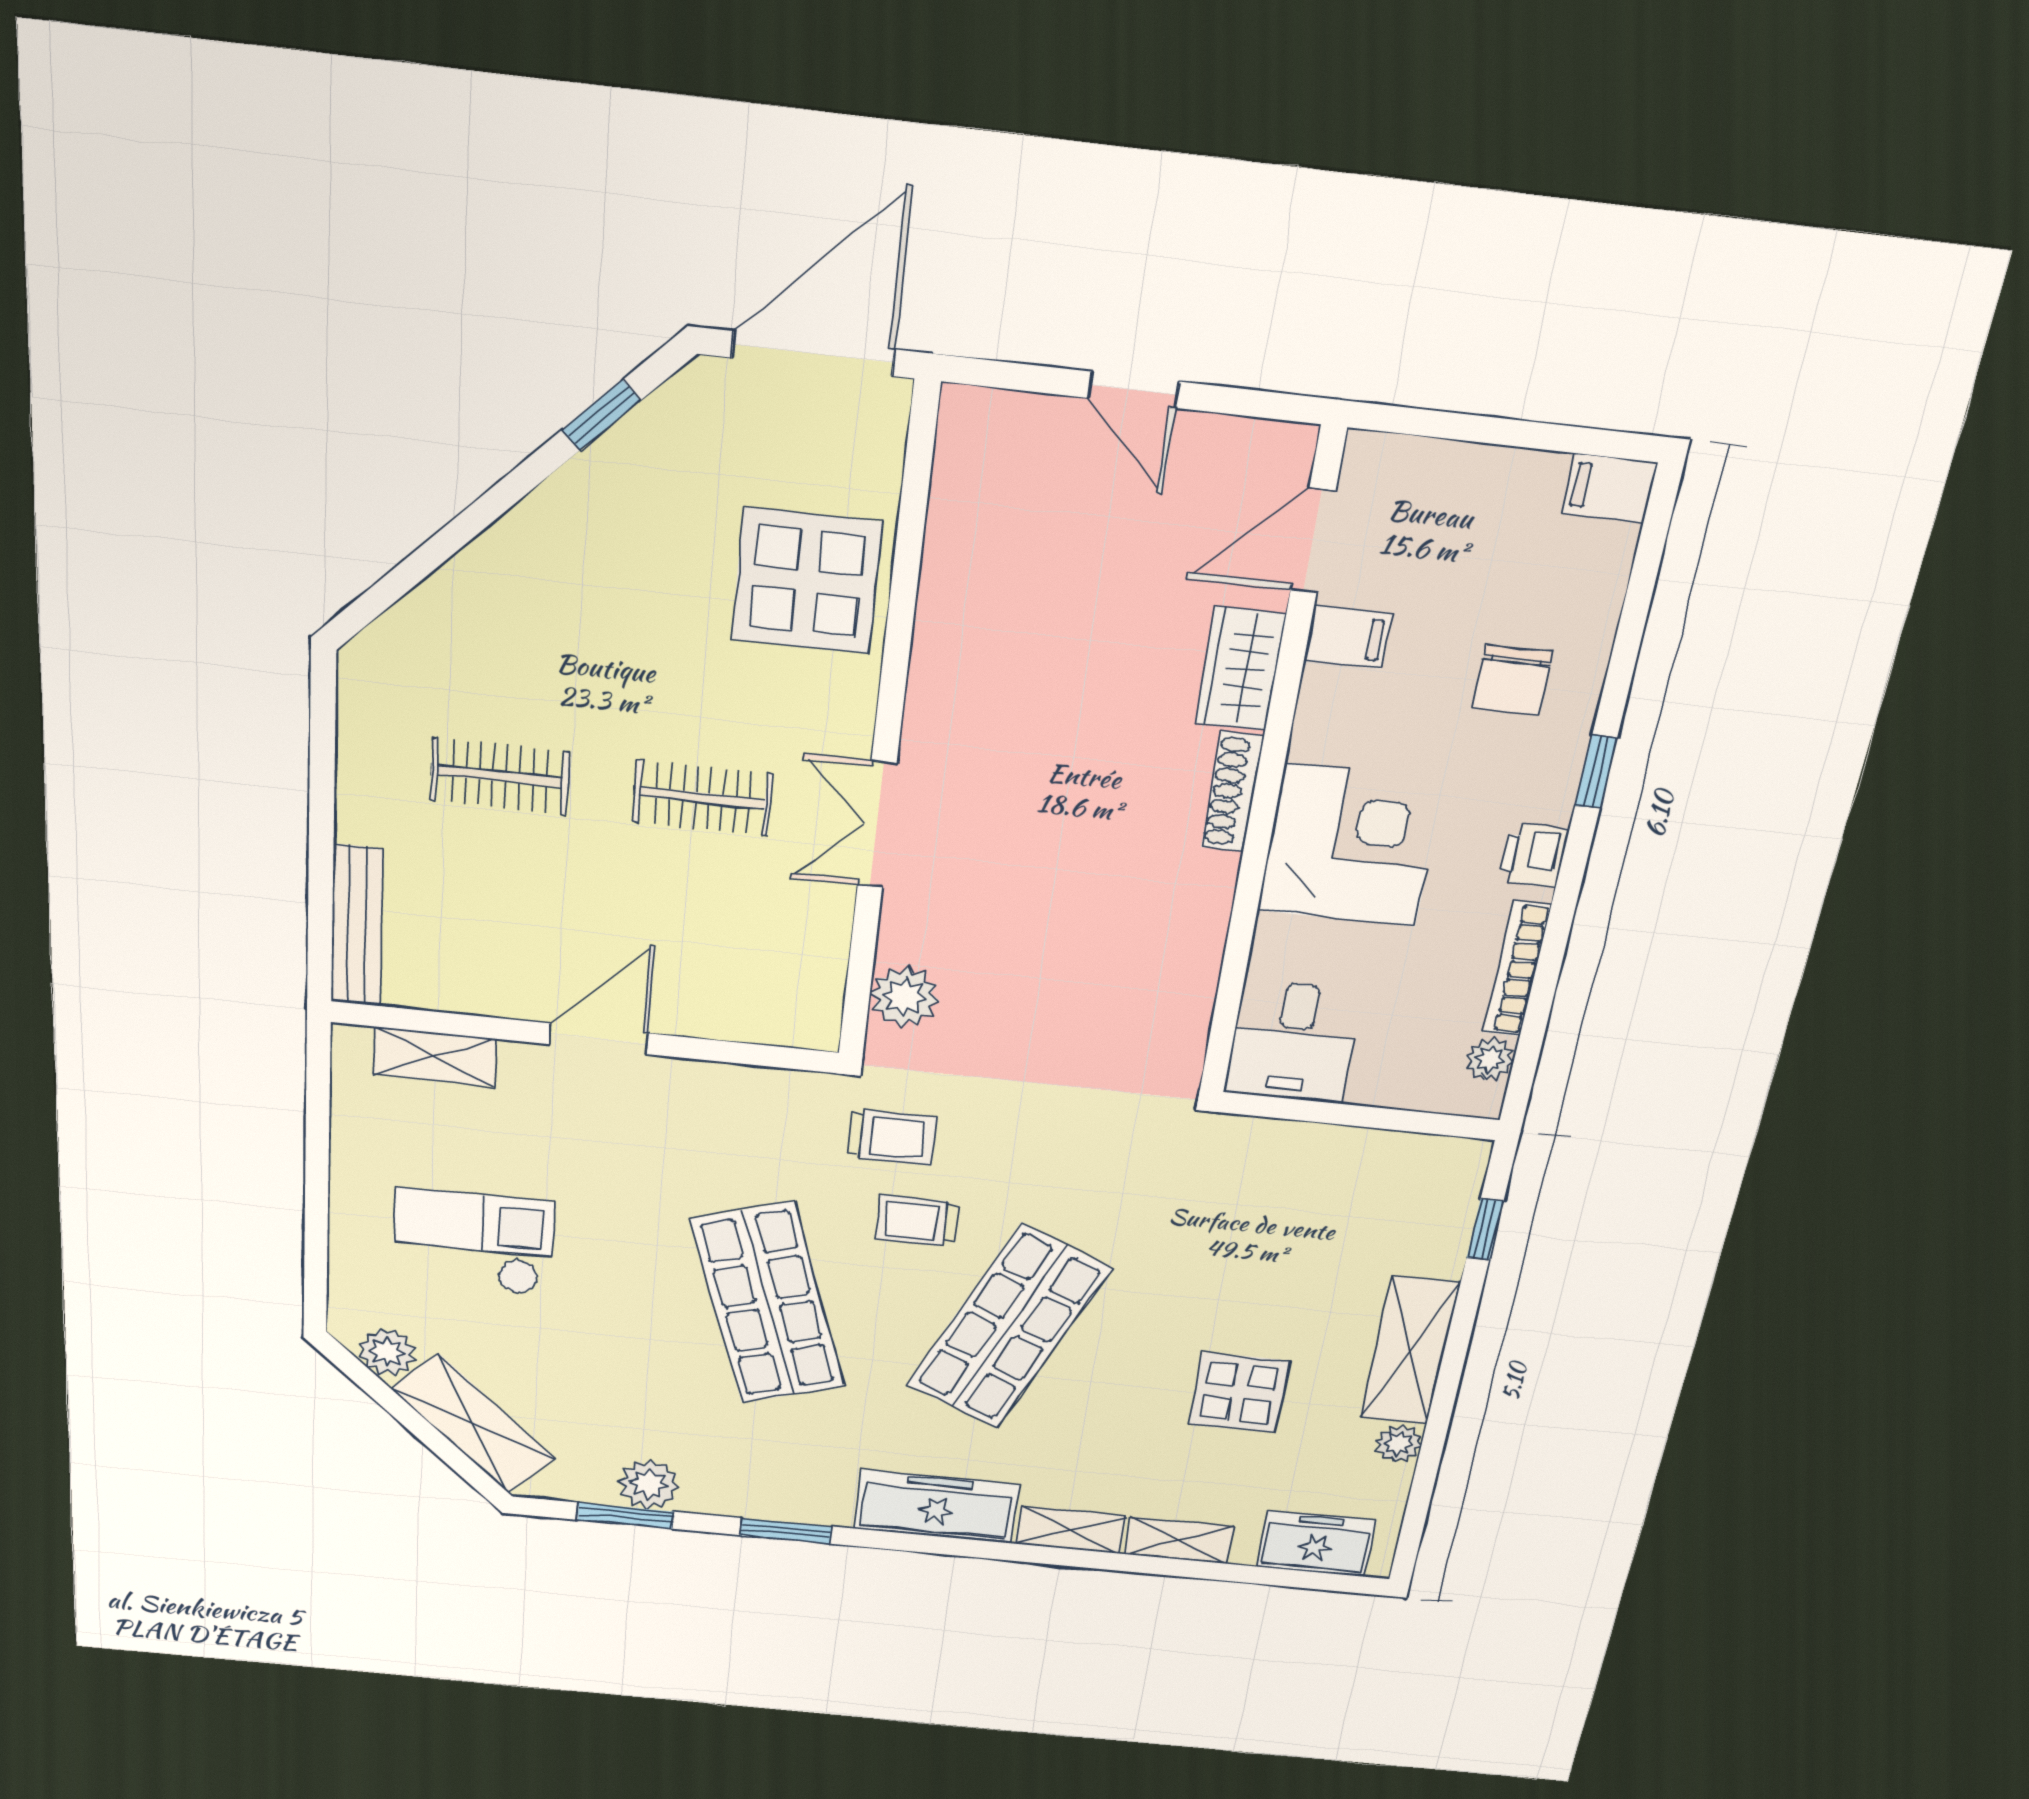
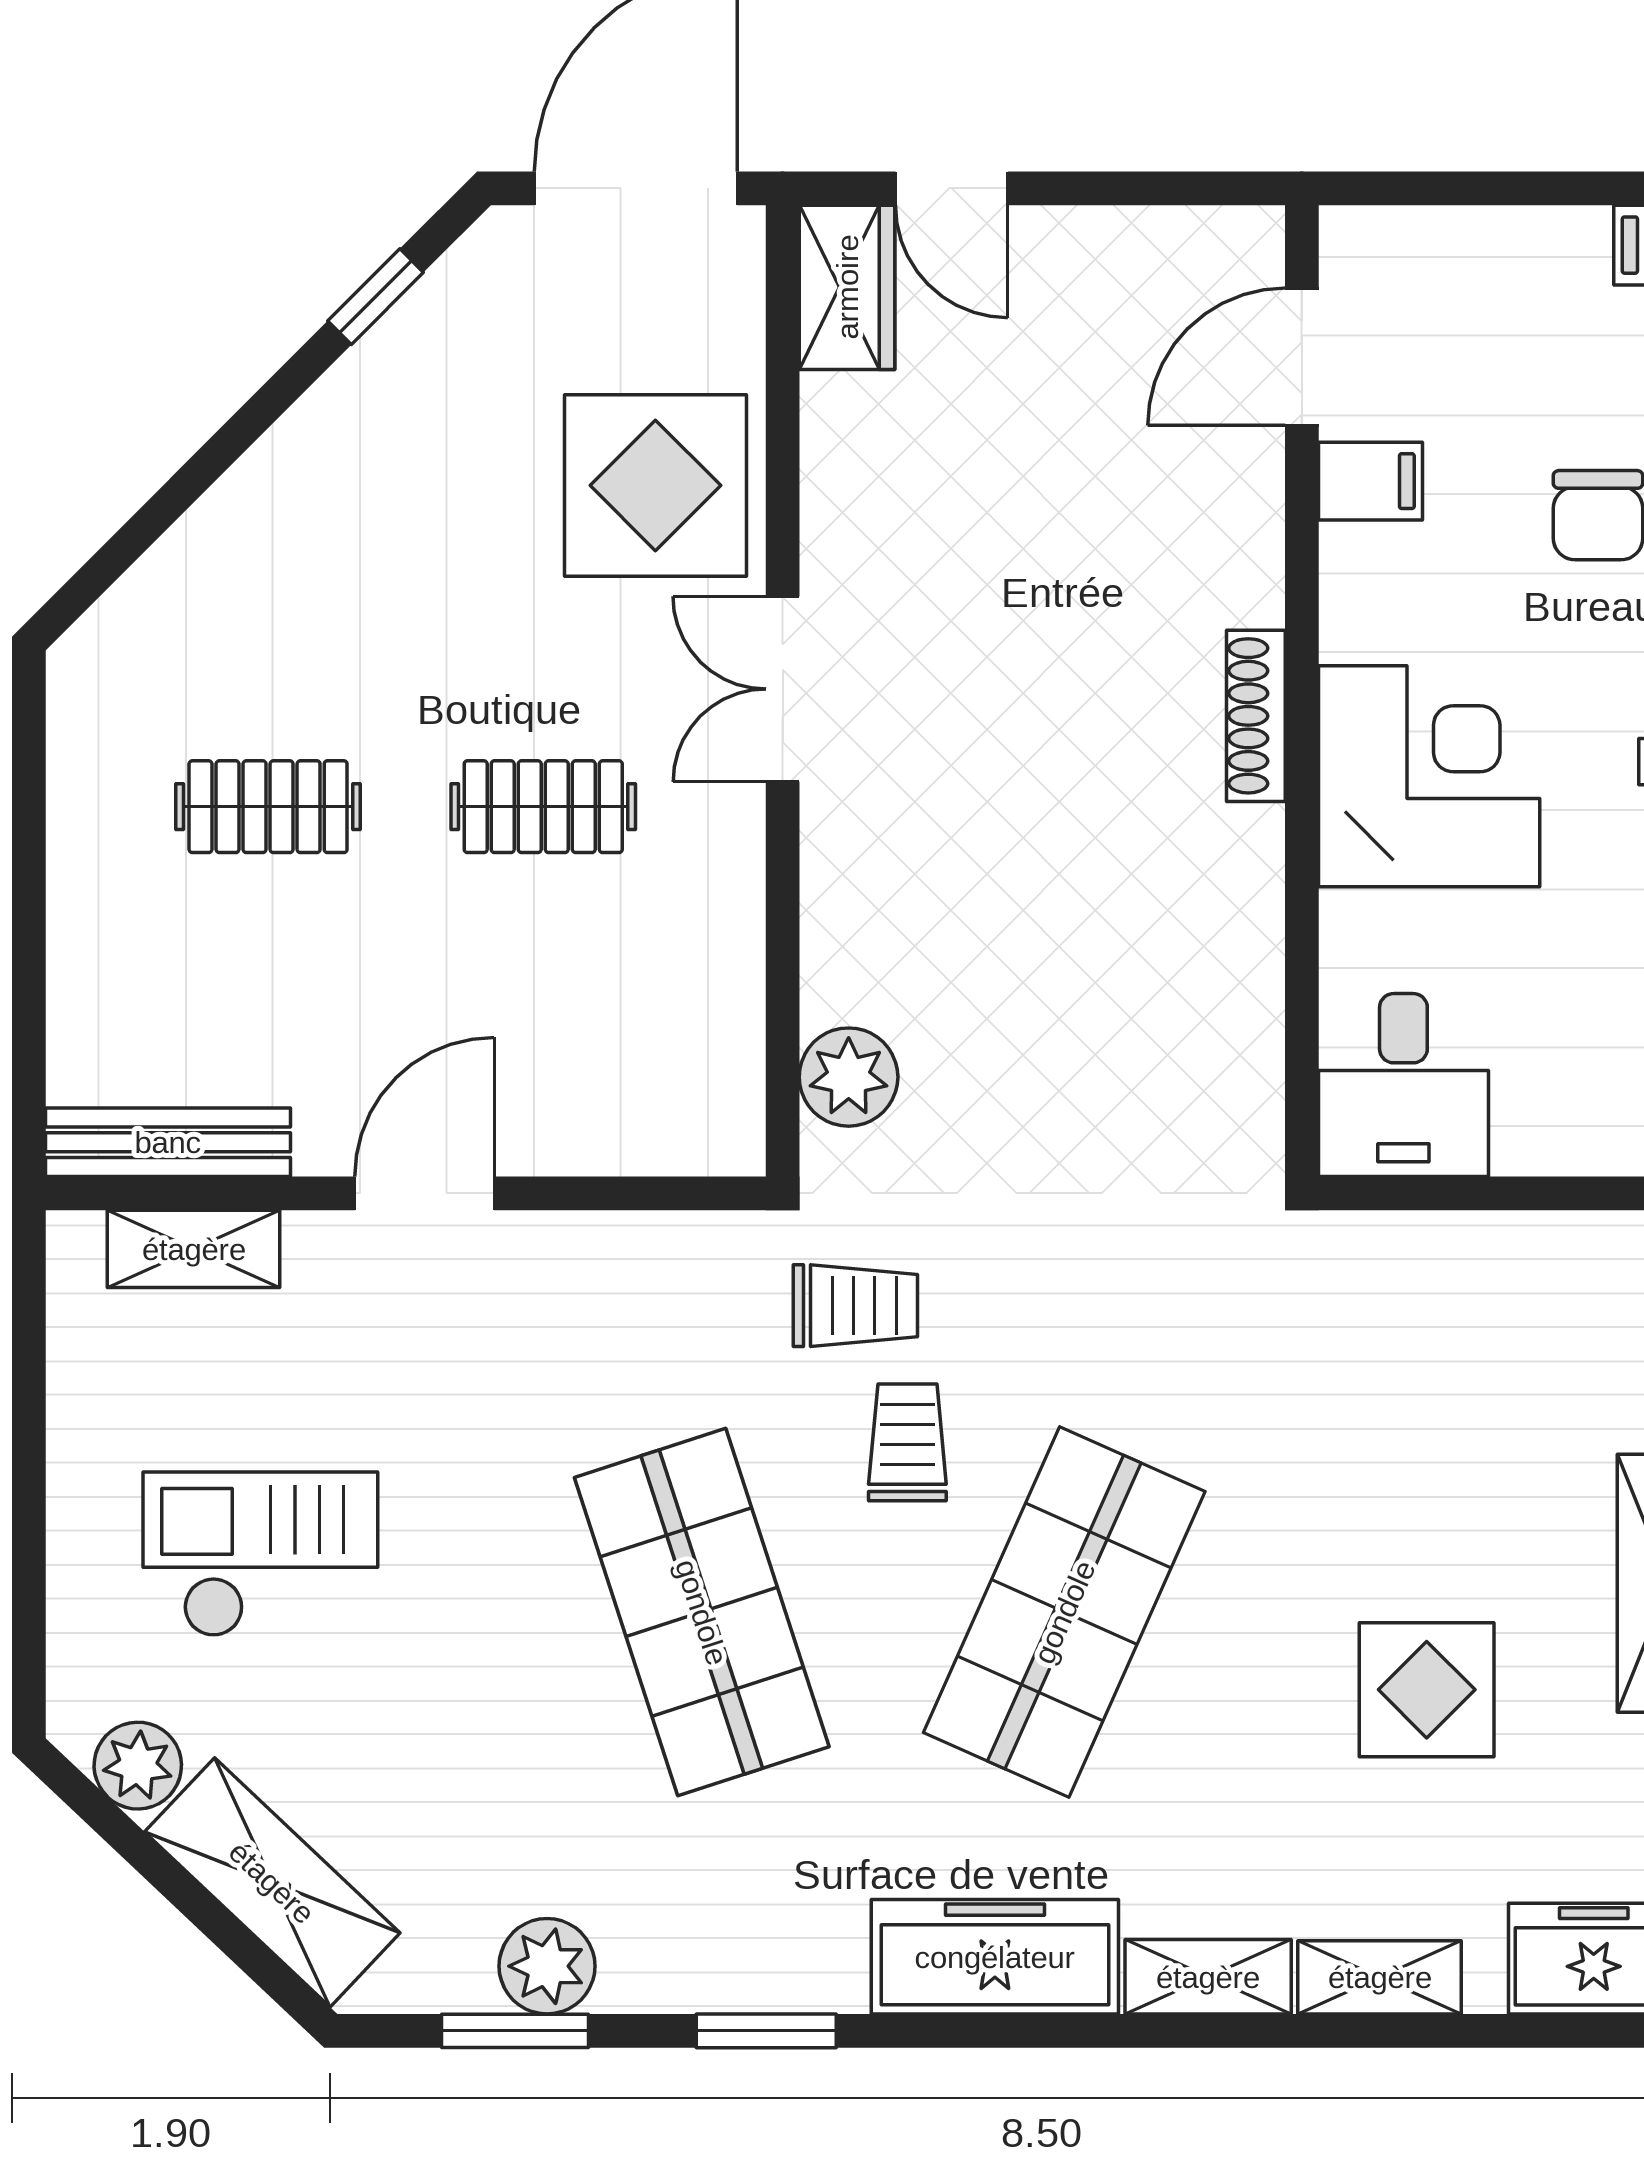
door: (1133, 390) -> (952, 188), moved
wardrobe: (1240, 669) -> (847, 287), moved, turned 180
double door: (877, 825) -> (783, 689), moved
bench: (357, 926) -> (168, 1142), moved, turned 90
trolley: (917, 1221) -> (907, 1442), turned 90

